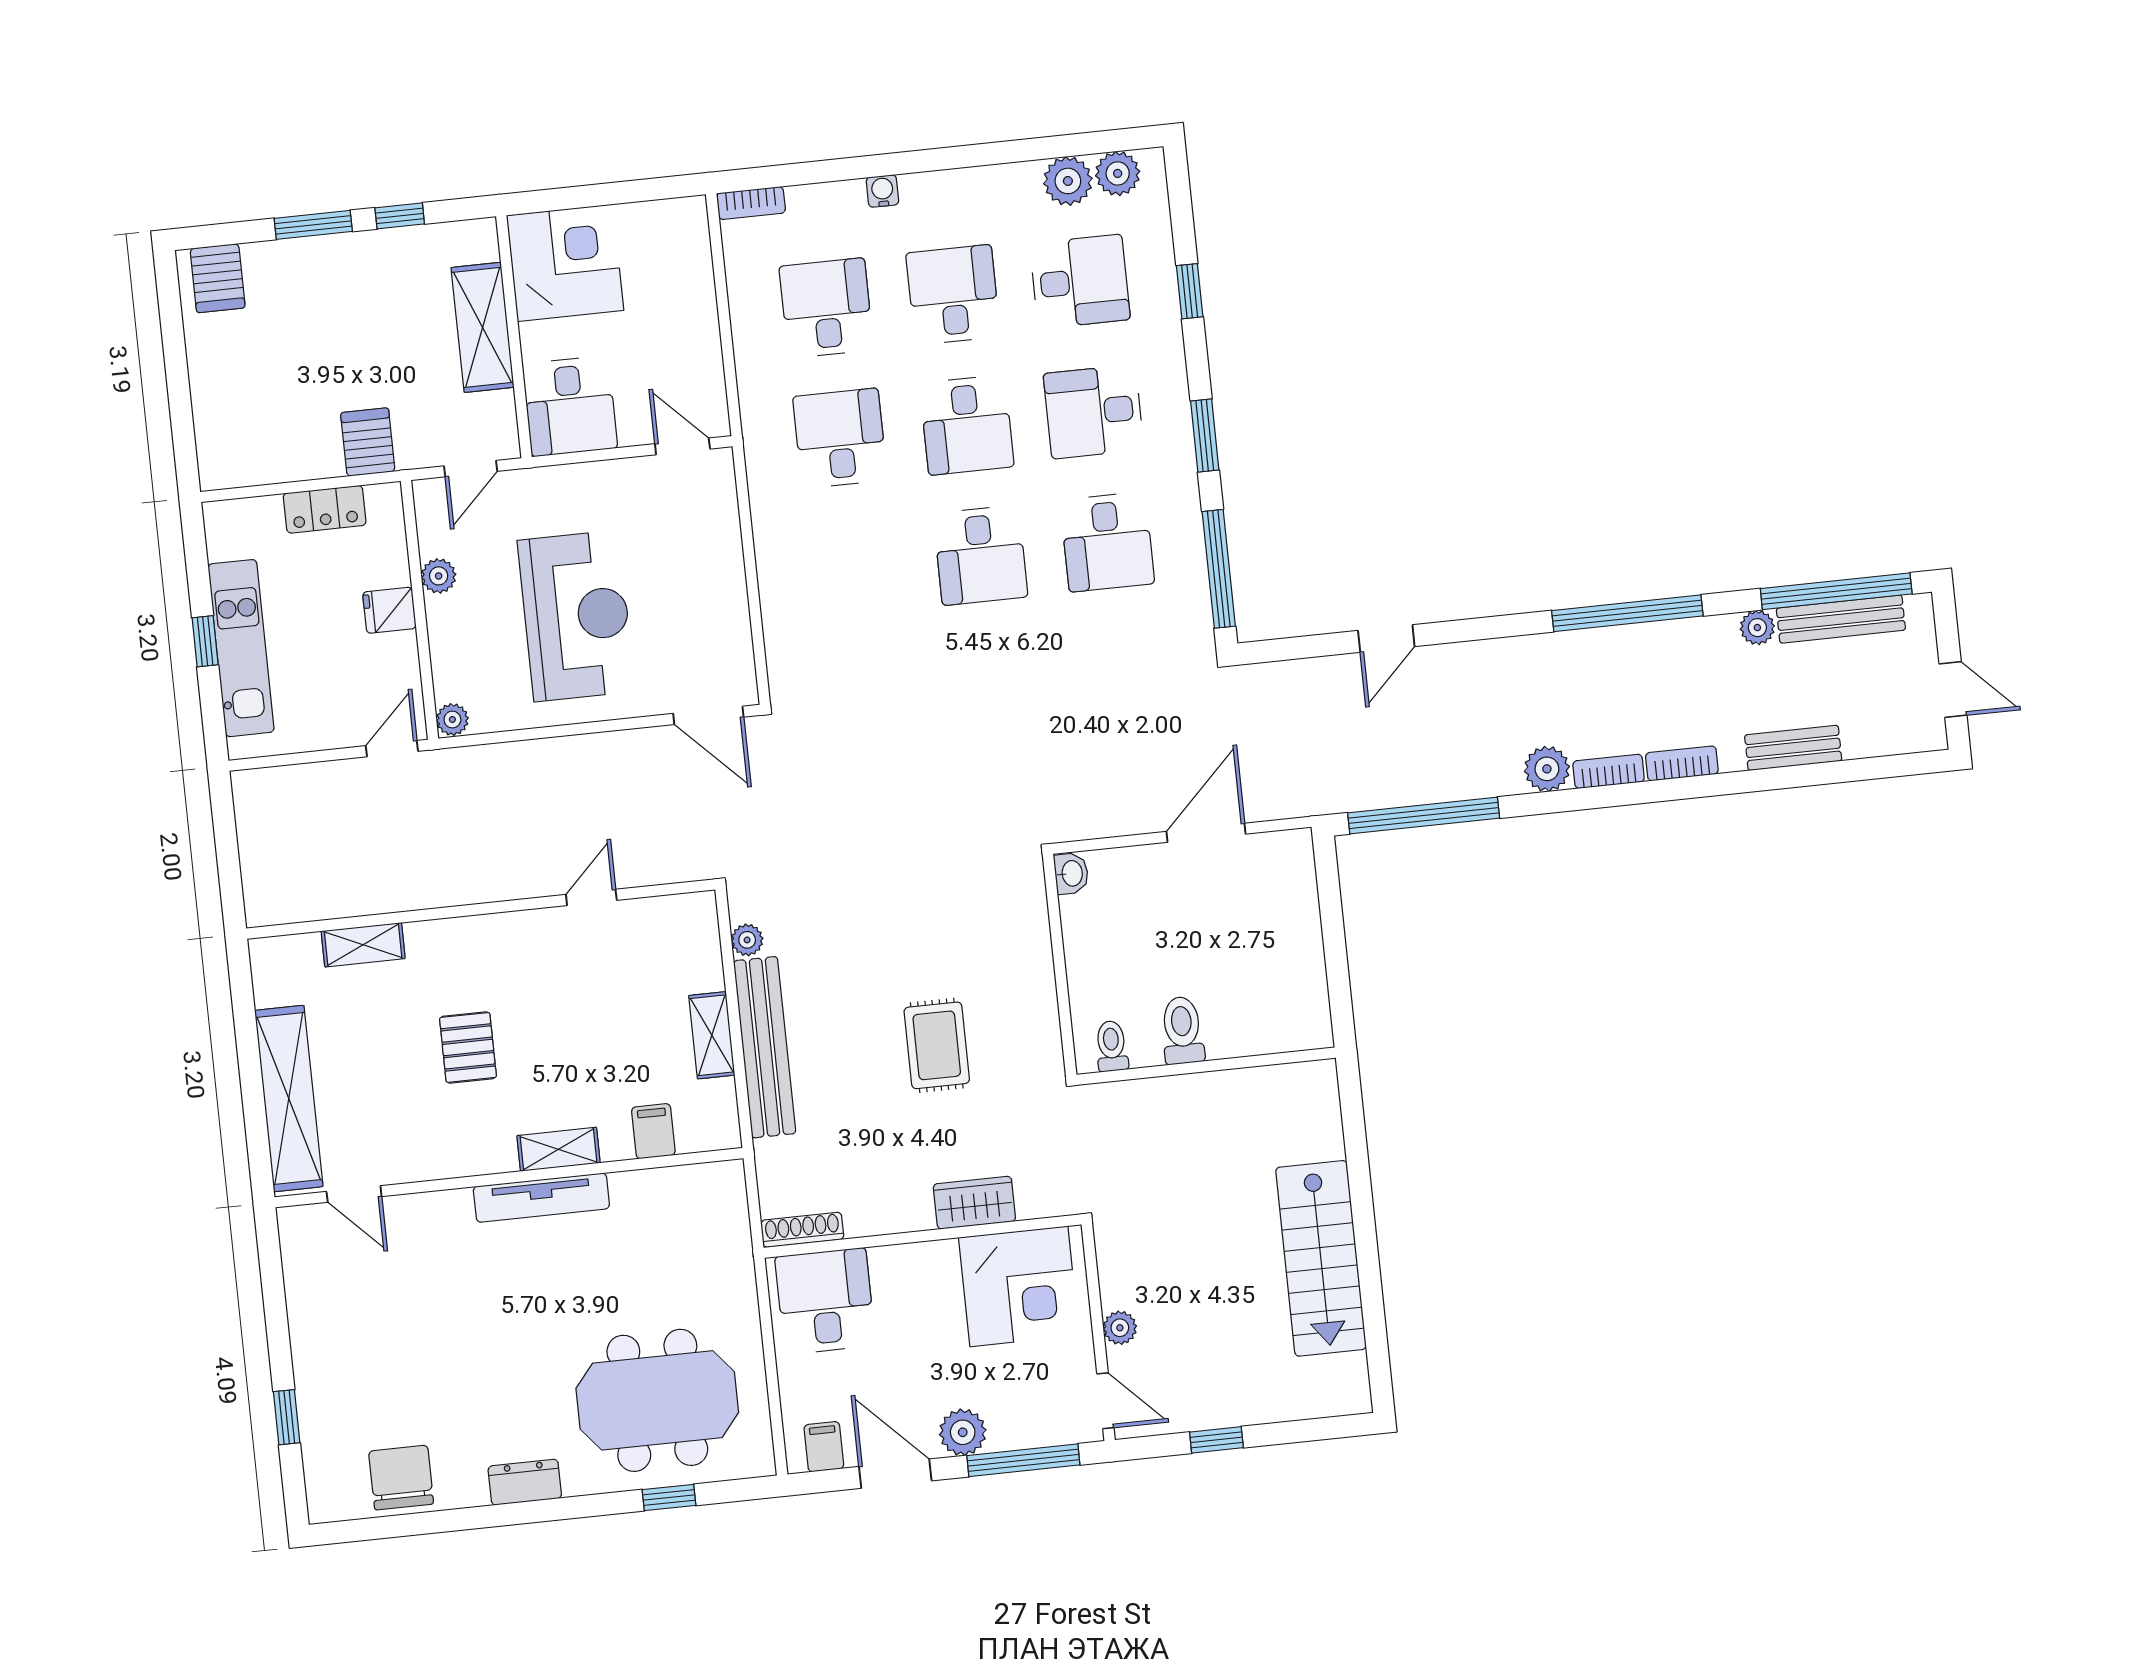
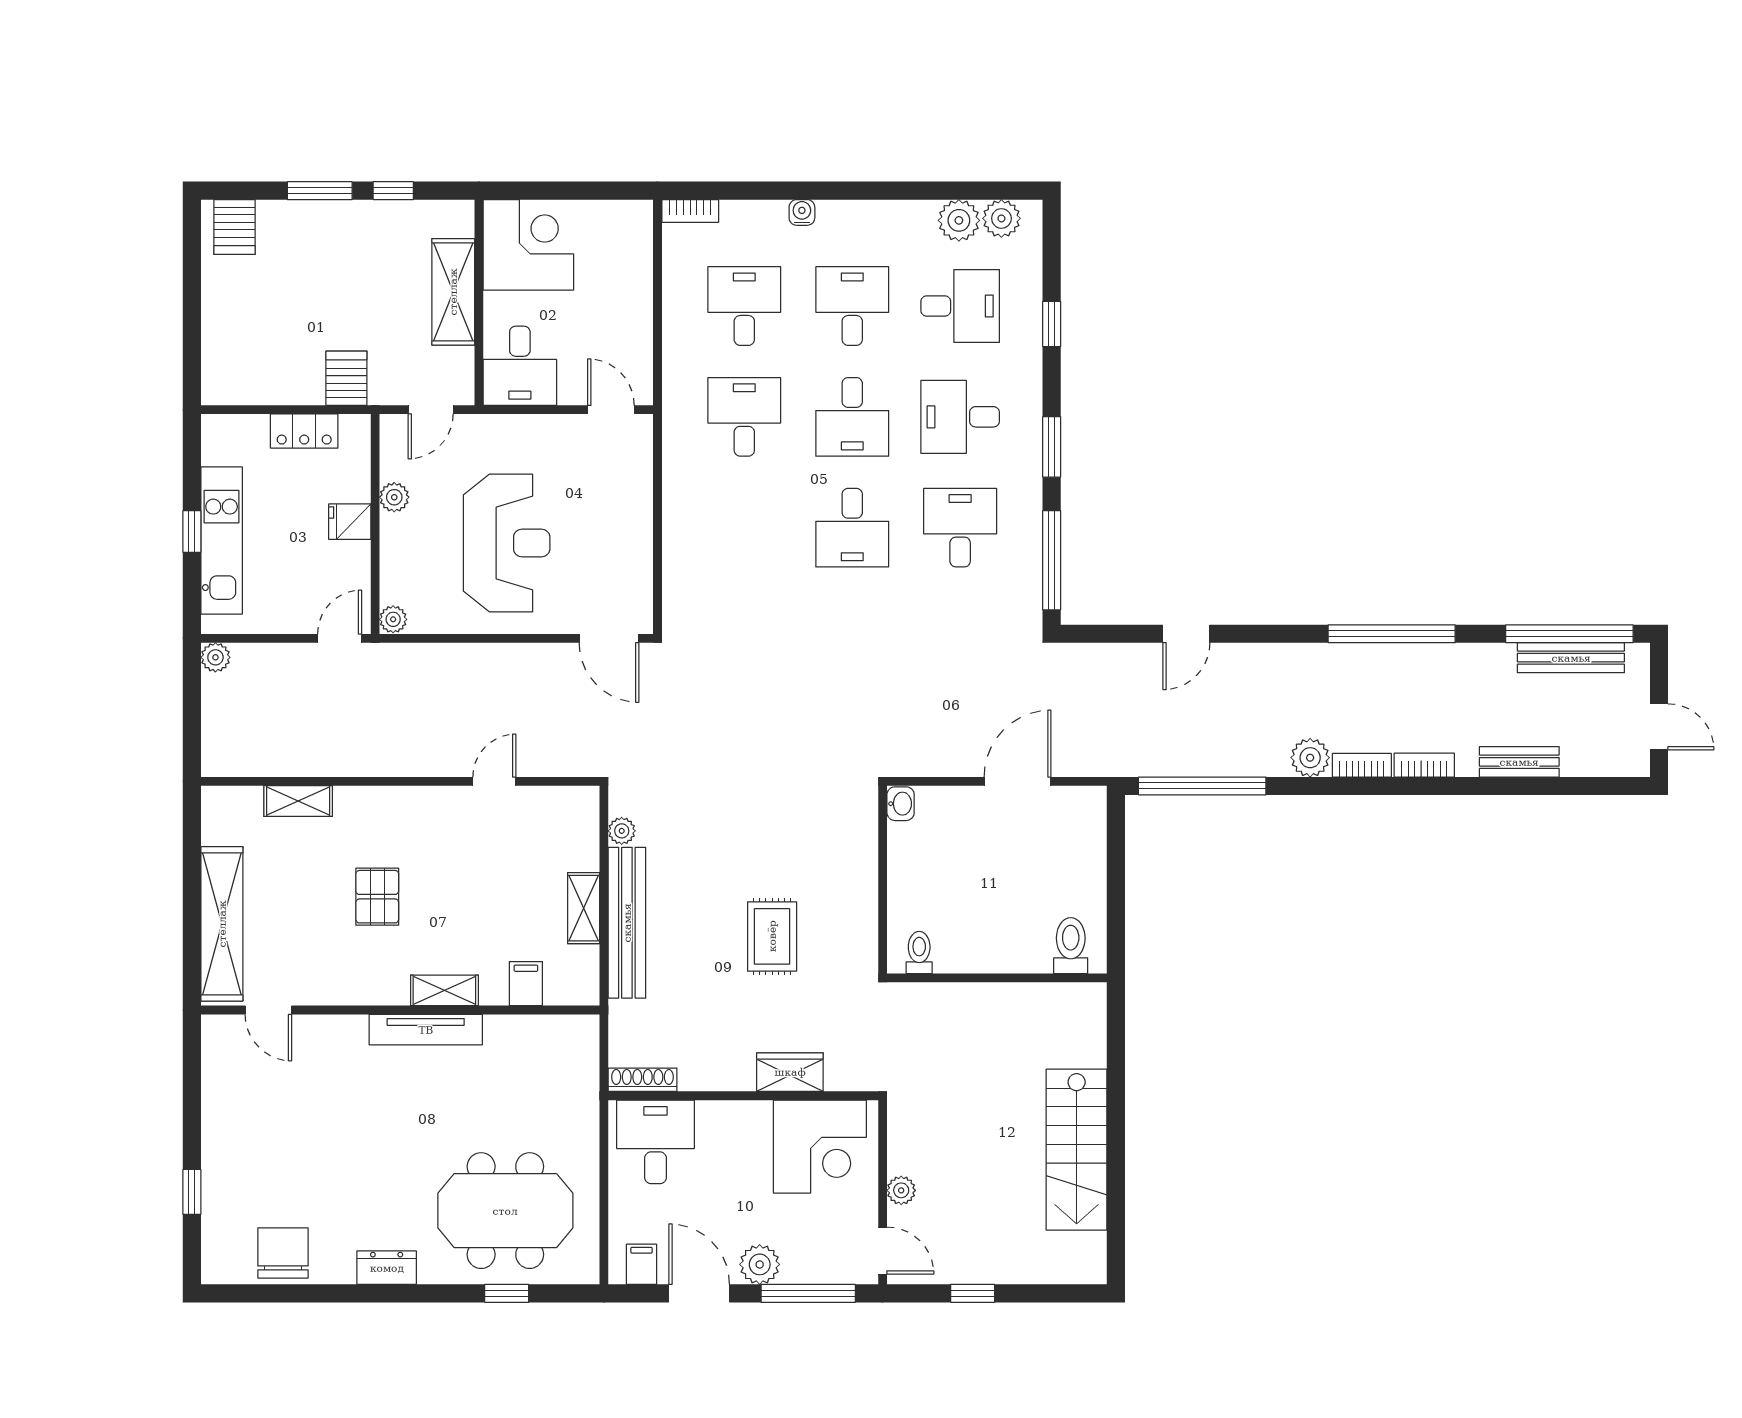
desk: (1107, 542) -> (960, 528), turned 180
plant: (1757, 628) -> (215, 657), moved
toilet: (1182, 1030) -> (1071, 946), moved

